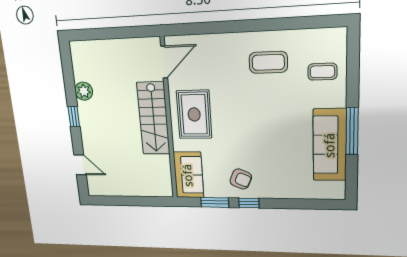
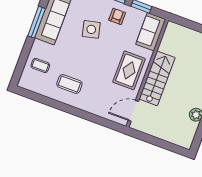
side table: (269, 150) -> (91, 29), added
armchair: (241, 179) -> (117, 16), turned 67

